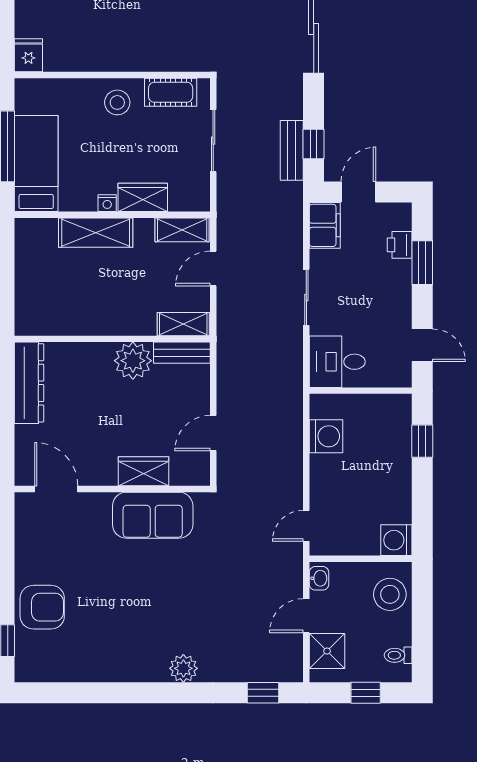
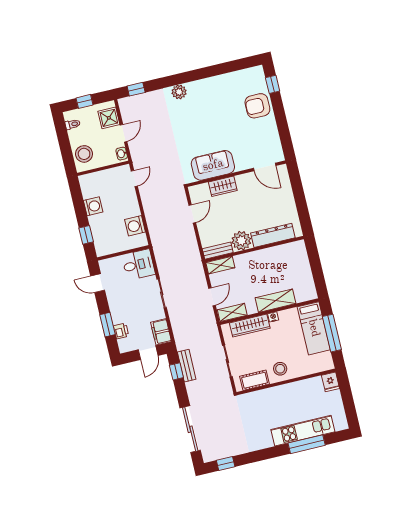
wardrobe: (143, 197) -> (250, 326), width x1.50
dresser: (29, 383) -> (273, 235), moved, turned 90
washing machine: (396, 540) -> (93, 206), moved

